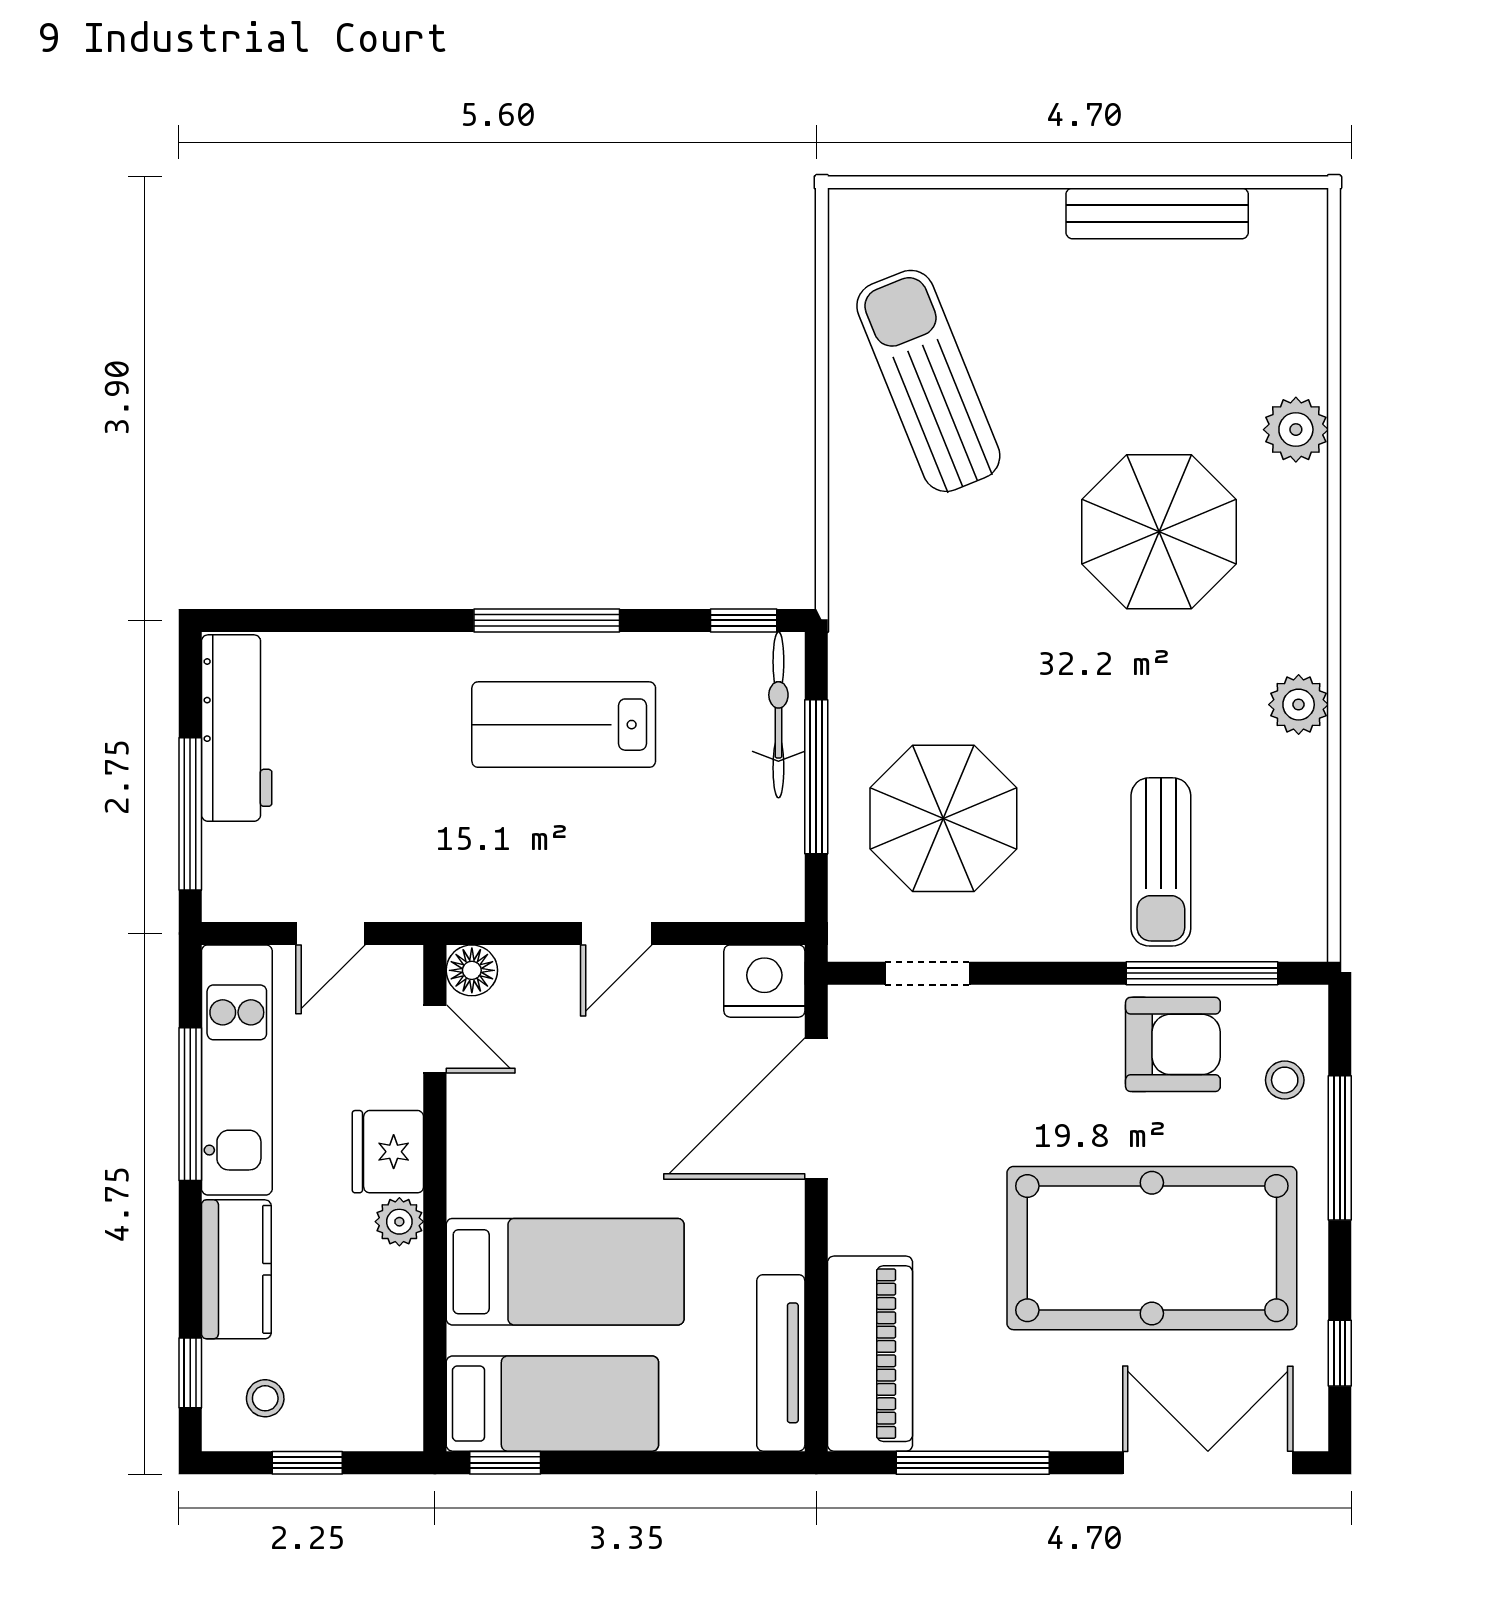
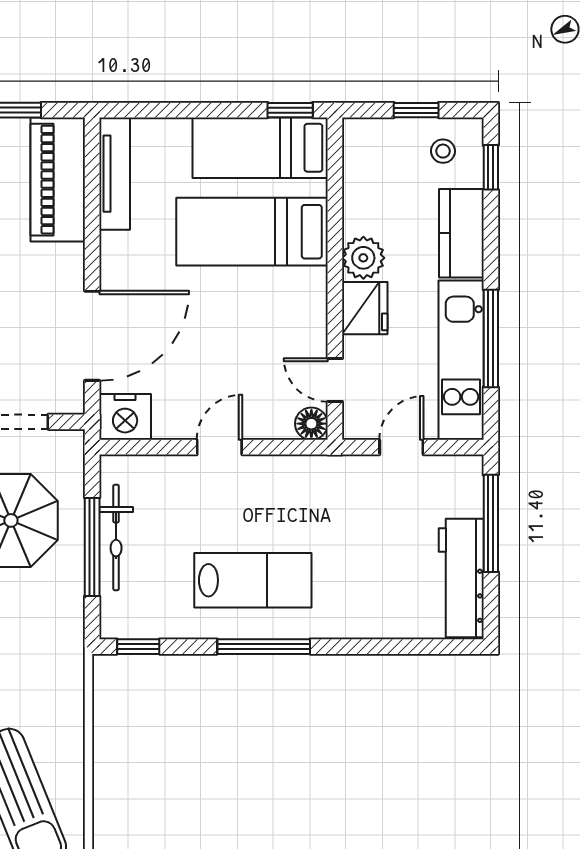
bicycle: (778, 715) -> (116, 537), moved
plant: (399, 1222) -> (363, 258), width x1.38, depth x1.38

